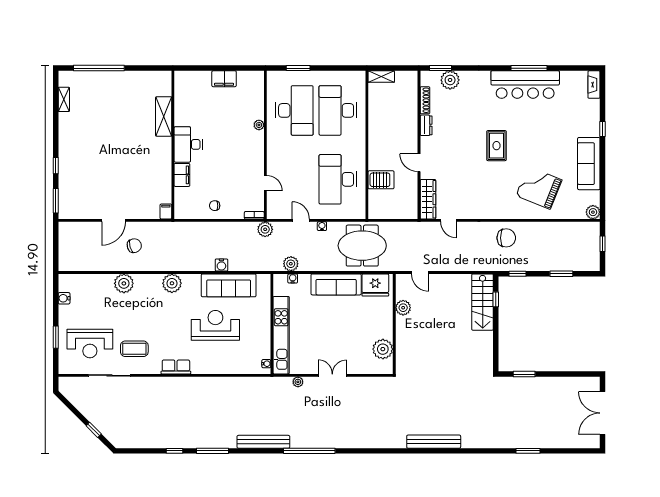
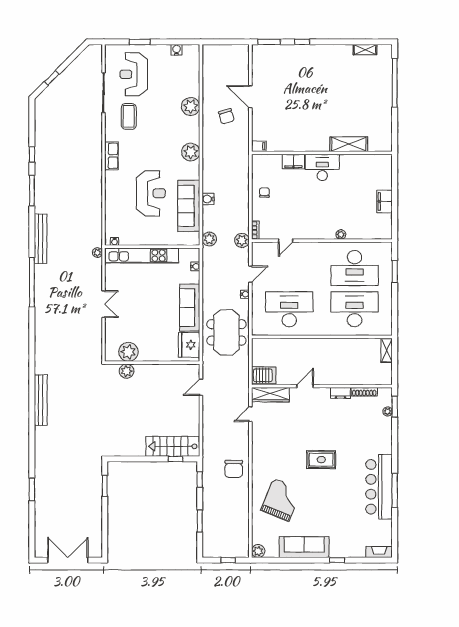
plant: (450, 80) -> (388, 411), width x0.53, depth x0.53
server rack: (381, 180) -> (264, 375), moved, turned -90
plant: (291, 264) -> (209, 239), moved
plant: (403, 308) -> (127, 371), moved
plant: (298, 382) -> (97, 253), moved

